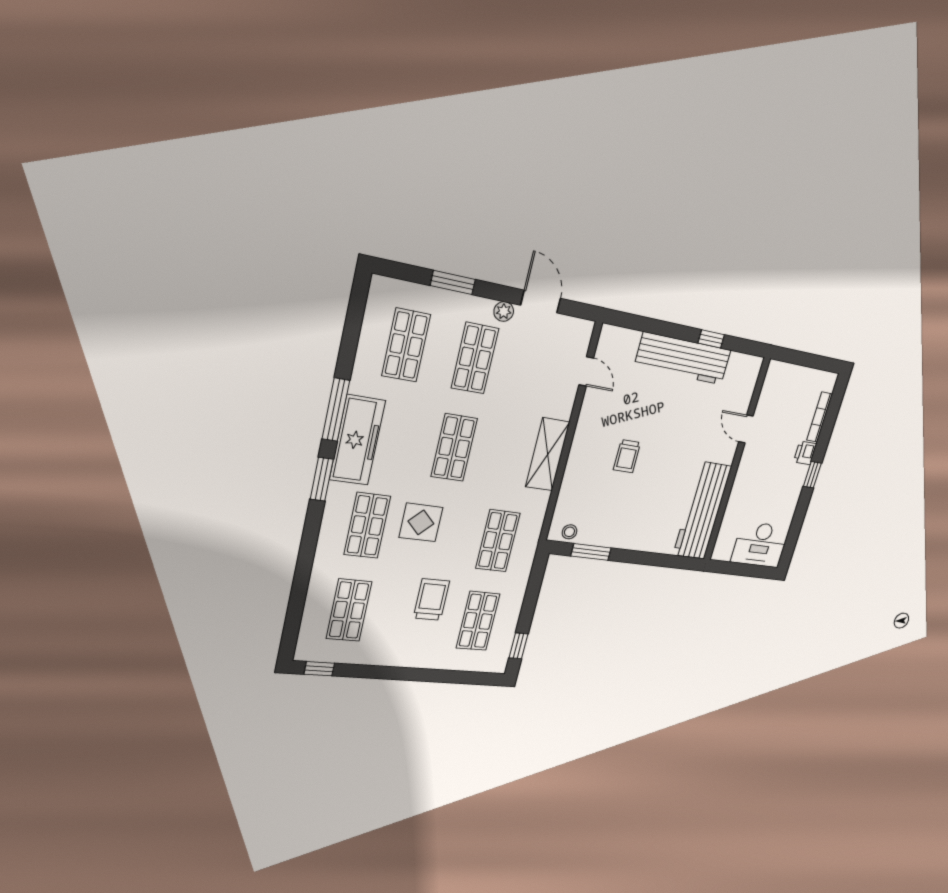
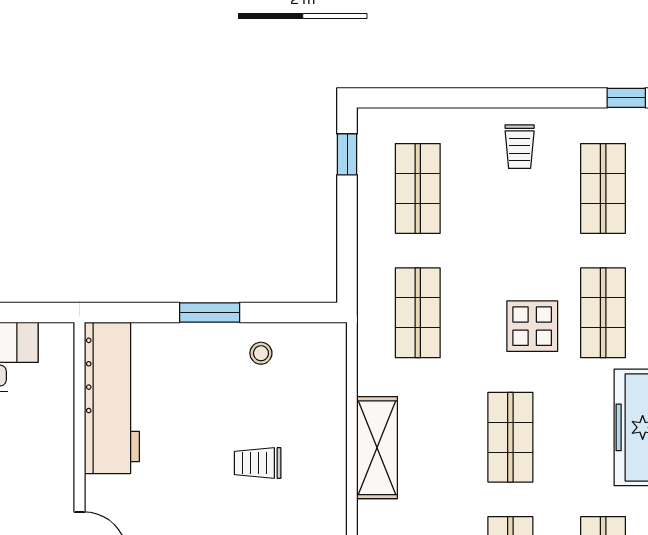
trolley: (627, 456) -> (258, 463), turned -90
stool: (569, 532) -> (261, 353), moved
window: (591, 552) -> (210, 313), moved
trolley: (431, 600) -> (520, 147), moved, width x0.73, depth x0.72

